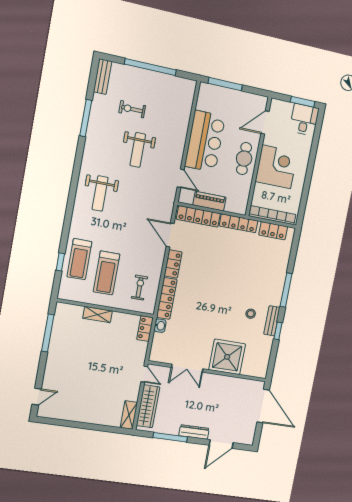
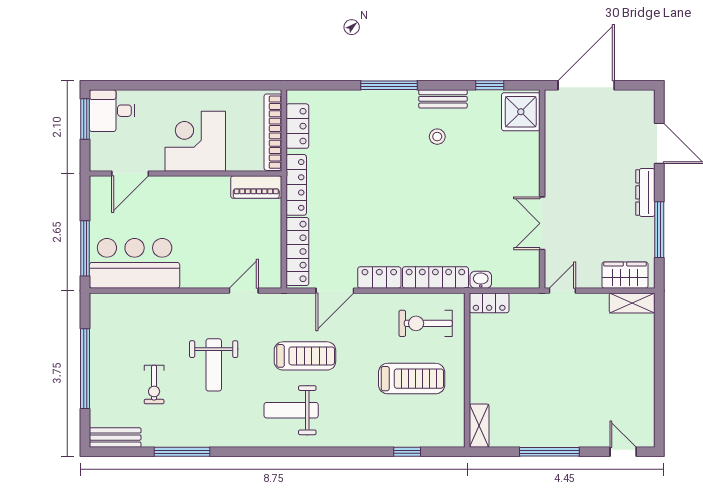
door: (265, 122) -> (130, 174), hinge flipped
bar counter: (205, 141) -> (135, 263), moved
weight bench: (138, 150) -> (214, 365), turned 90
cafe table: (244, 159) -> (193, 196), removed
weight bench: (100, 193) -> (291, 410), turned 180
piano: (209, 201) -> (256, 187), moved, turned -90
treadmill: (79, 259) -> (305, 356), moved
exercise bike: (139, 288) -> (426, 323), width x1.38, depth x1.39
shelving: (98, 315) -> (479, 426), moved
window: (278, 331) -> (490, 85), moved
window: (48, 333) -> (549, 452), moved
shower: (227, 357) -> (521, 112), moved, width x0.73, depth x0.73
double door: (187, 368) -> (542, 223), swing flipped
wardrobe: (148, 406) -> (625, 275), width x0.67

